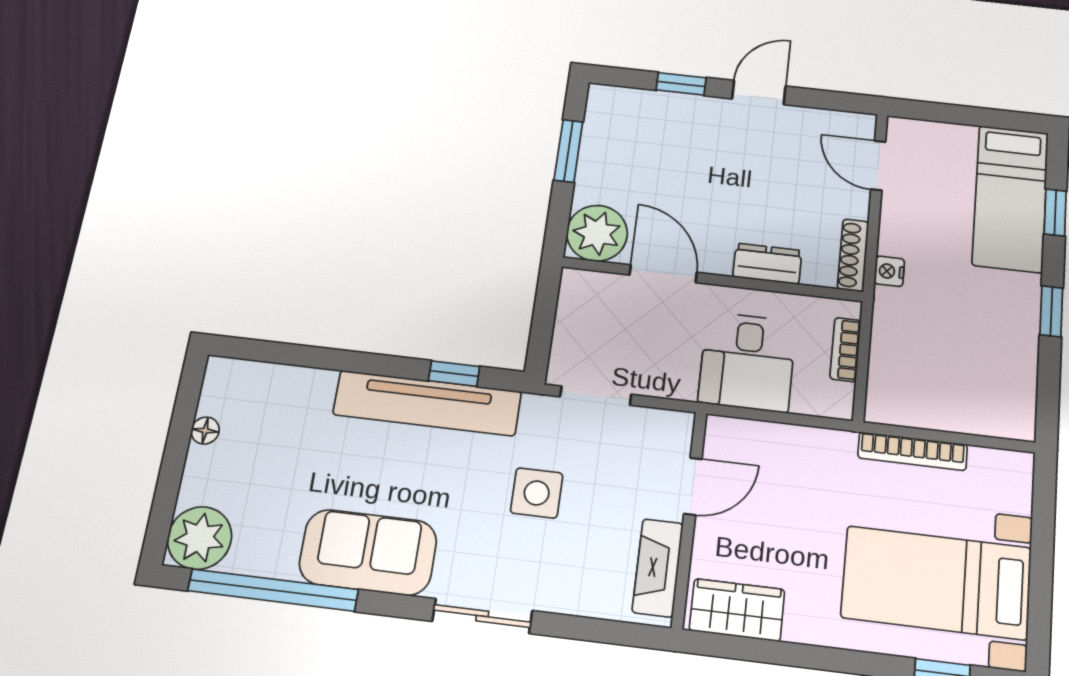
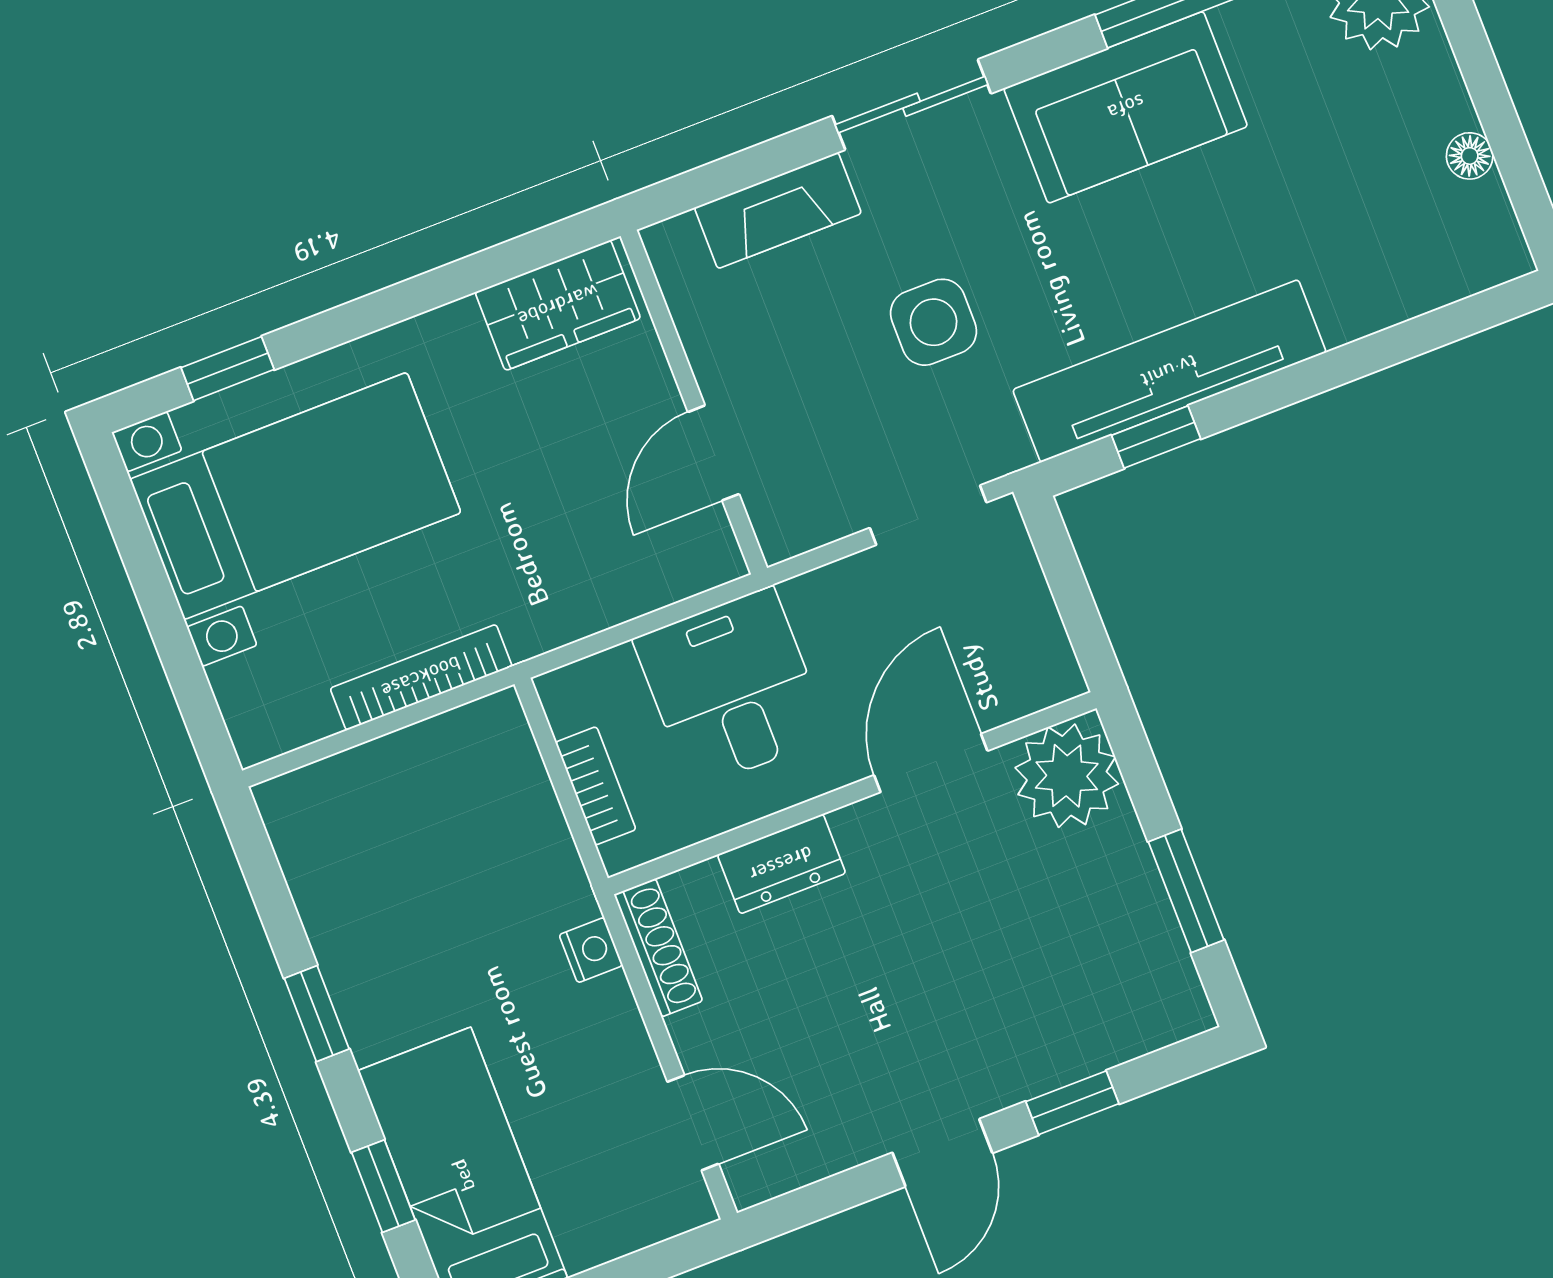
door: (663, 274) -> (931, 763), swing flipped
fireplace: (658, 568) -> (778, 210), moved, turned 90

